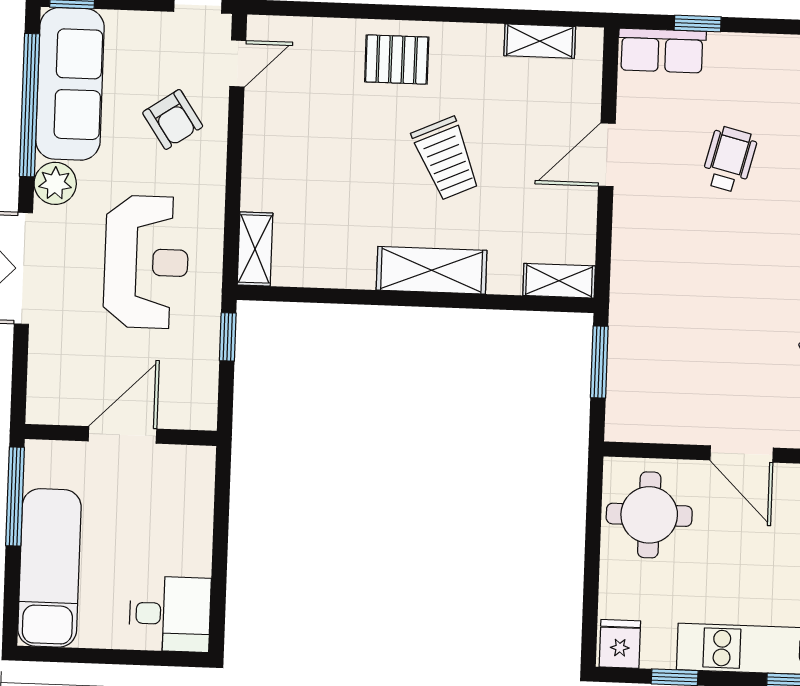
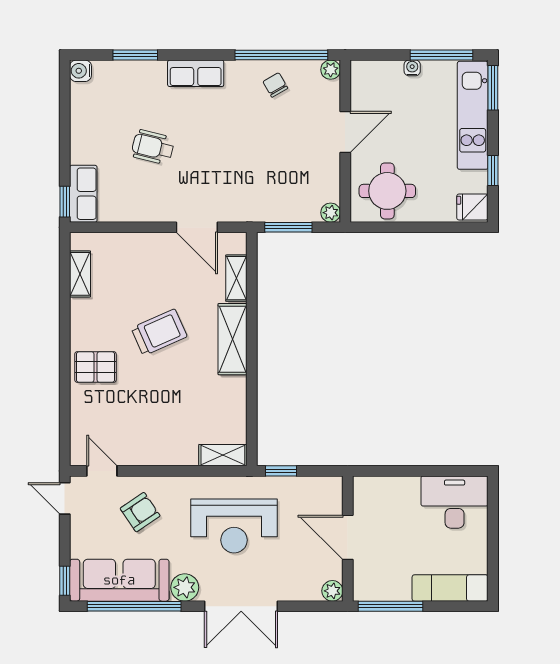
window: (698, 23) -> (65, 202), moved
pallet: (397, 59) -> (95, 367), turned 90
door: (607, 155) -> (197, 227), moved
reception desk: (146, 262) -> (234, 526), turned 180
shelving: (559, 281) -> (236, 278), moved
plant: (42, 409) -> (332, 591), added
plant: (619, 427) -> (331, 213), added
exam couch: (49, 568) -> (450, 588), width x0.73, depth x0.69
desk: (170, 614) -> (455, 502), width x1.37

